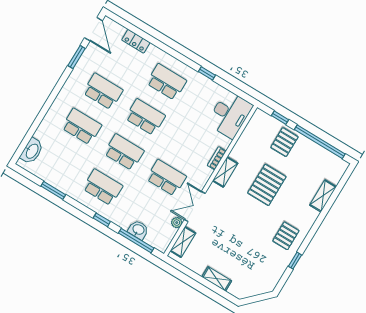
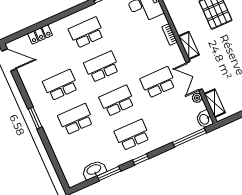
window: (77, 57) -> (35, 118), moved
washbasin: (32, 151) -> (94, 170), moved, turned -90
shelving: (225, 172) -> (189, 45), moved
window: (102, 220) -> (141, 159), moved
washbasin: (138, 230) -> (205, 119), moved, turned -90

